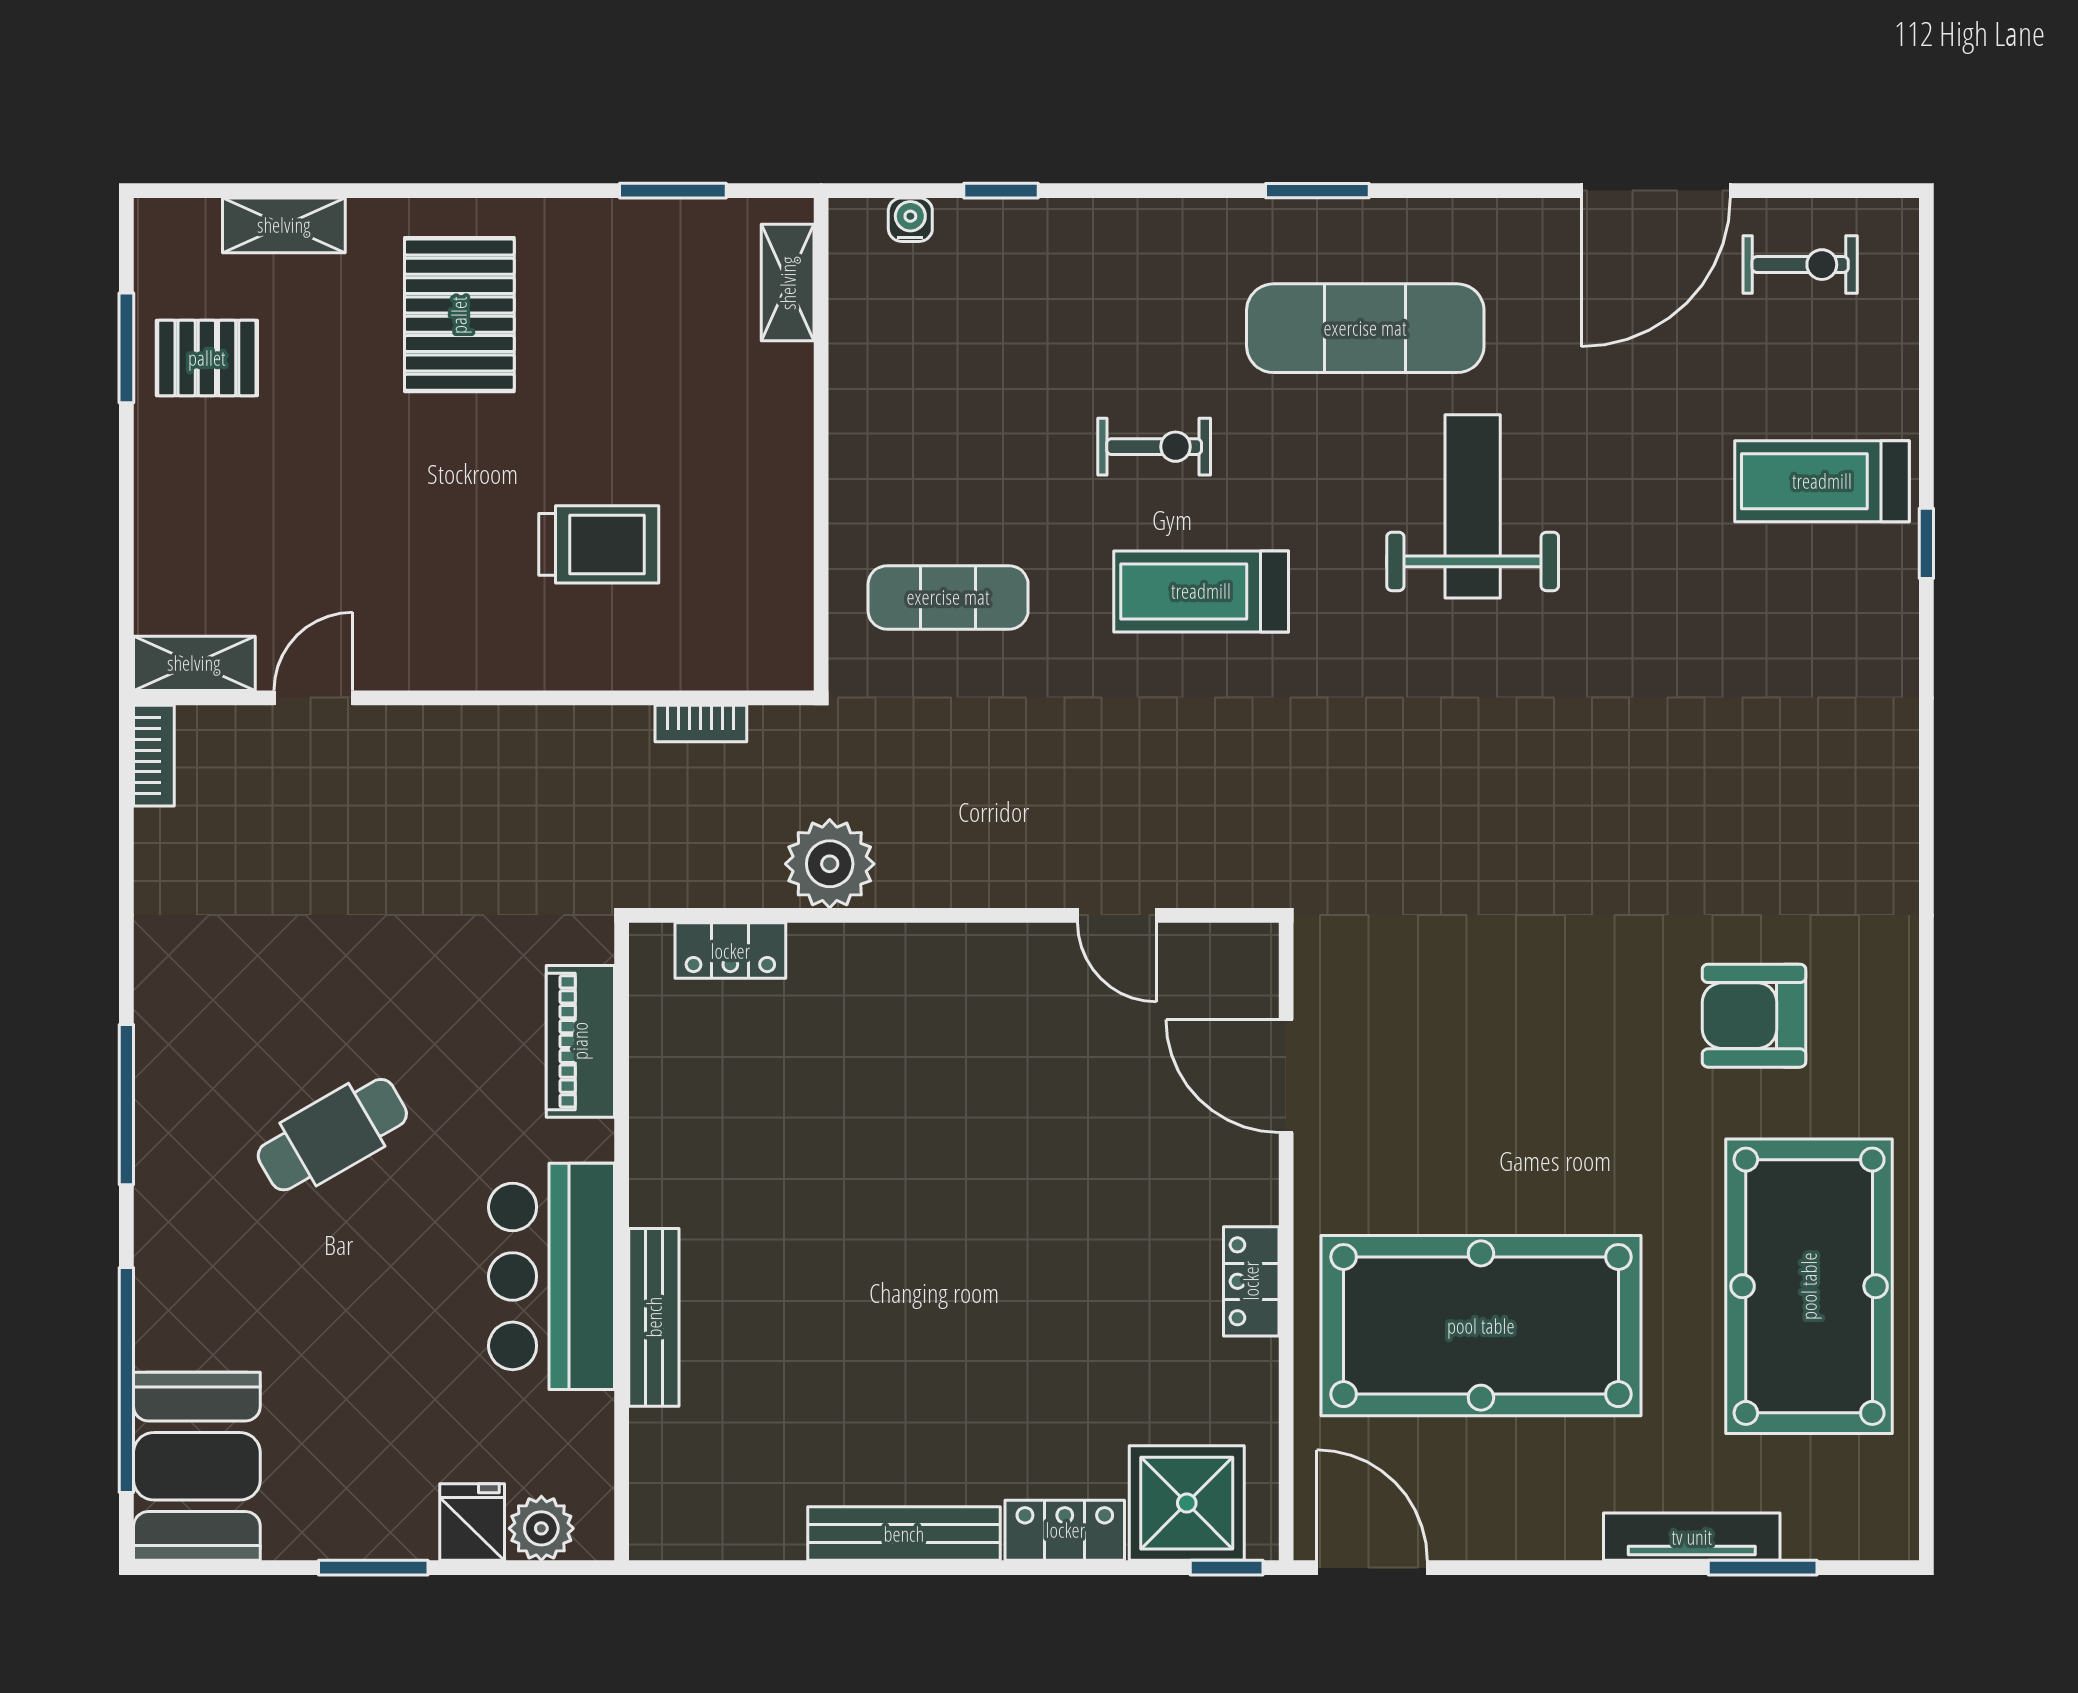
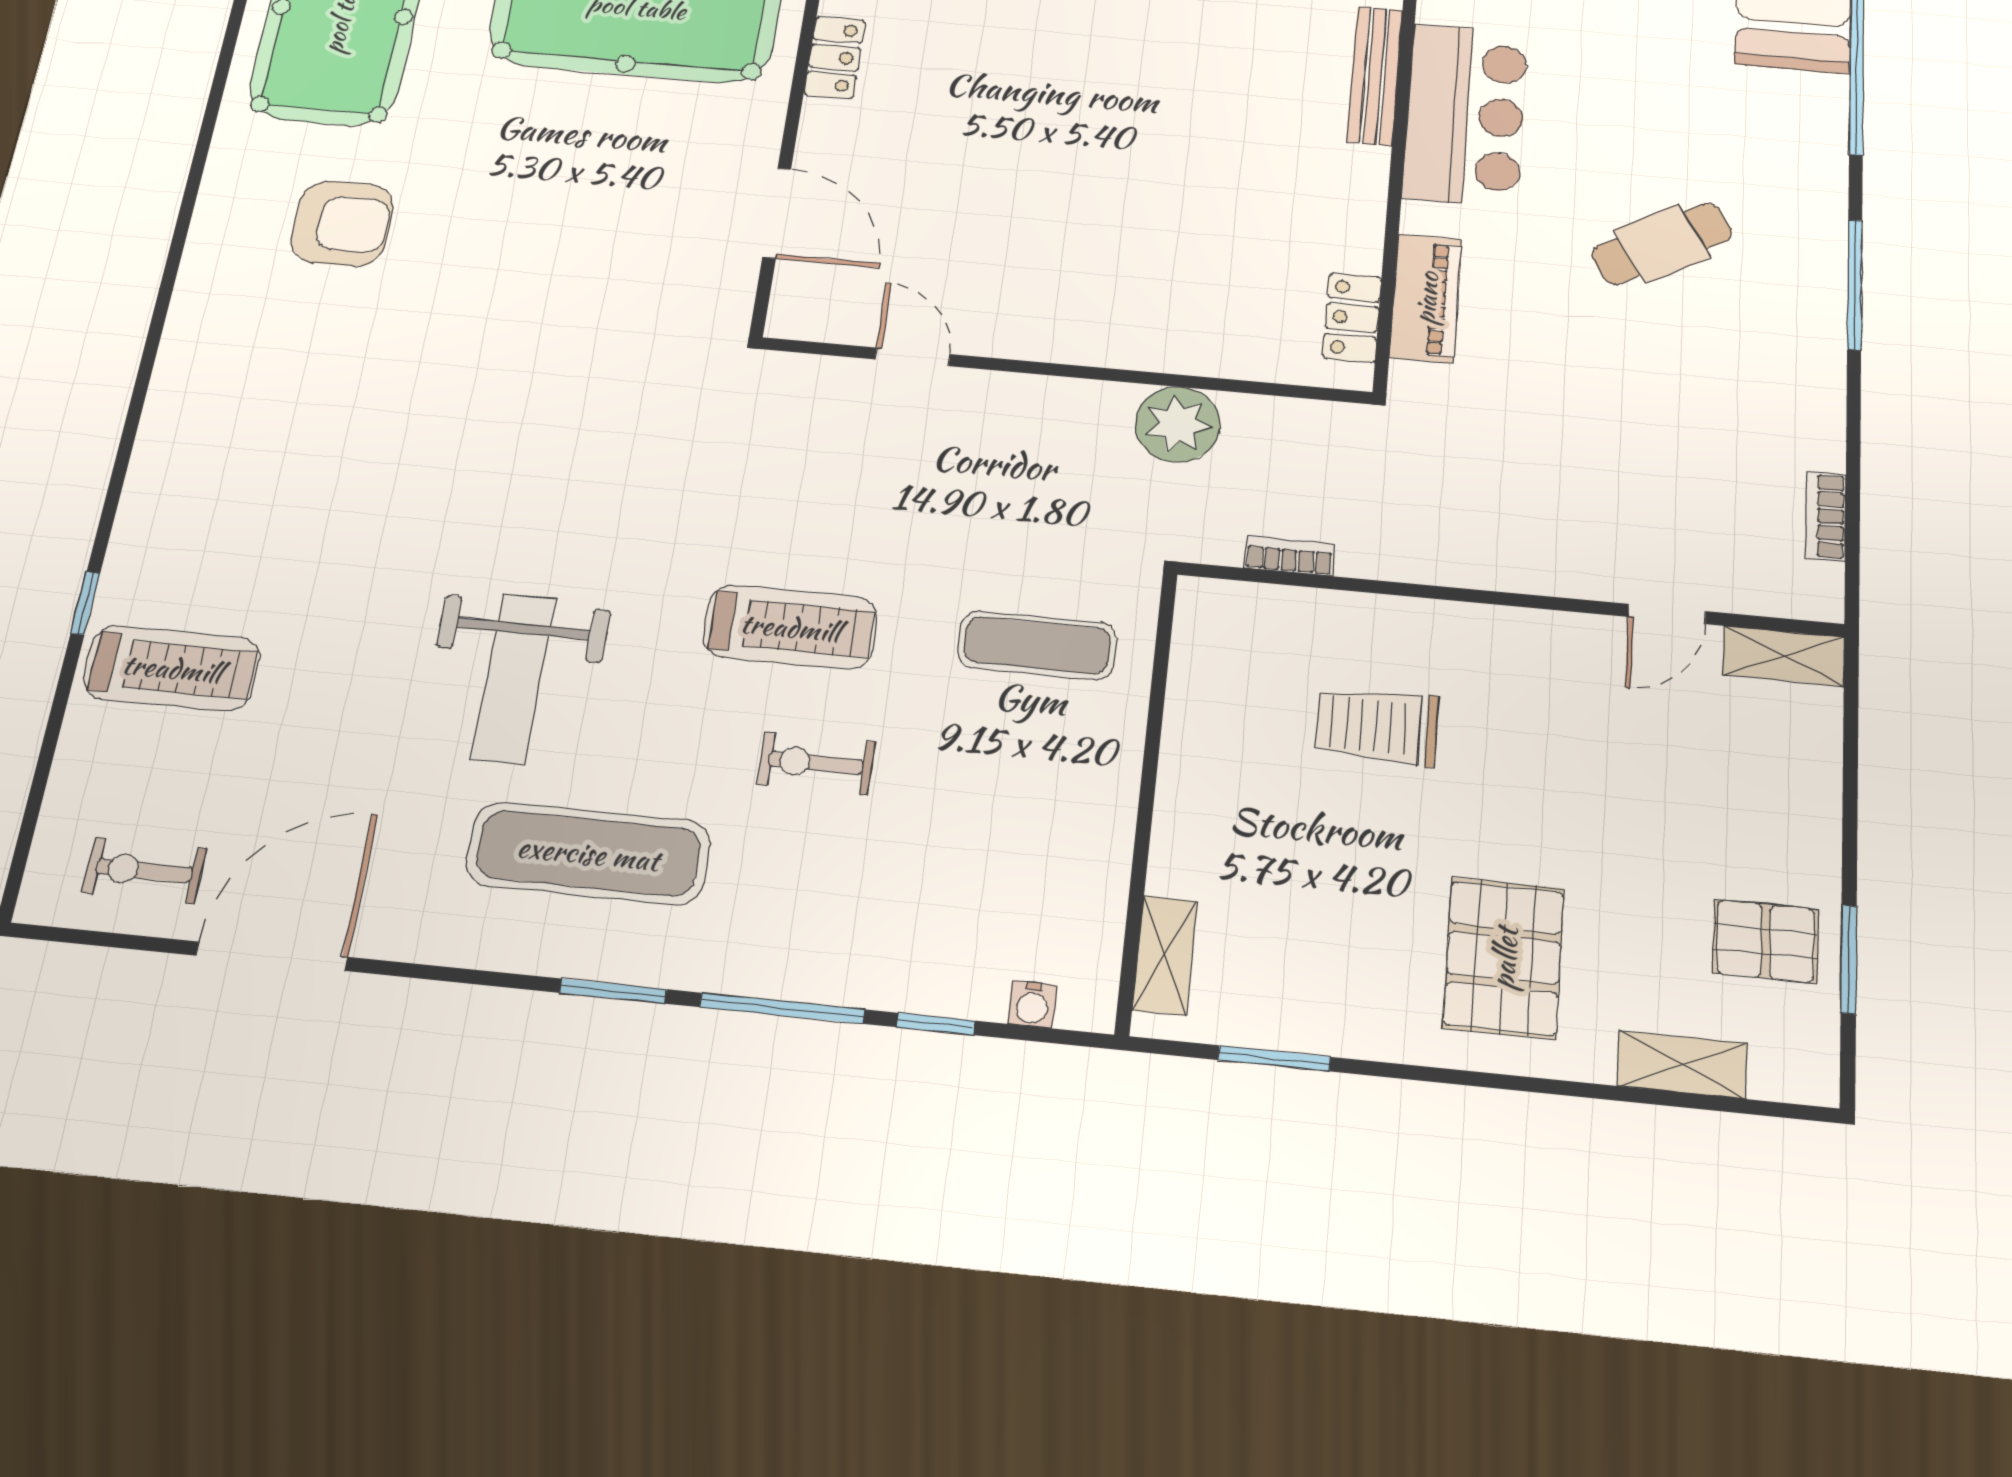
window: (1151, 191) -> (782, 1008), added
bookcase: (154, 756) -> (1826, 516), moved
locker: (730, 951) -> (1352, 318), moved, turned -90

